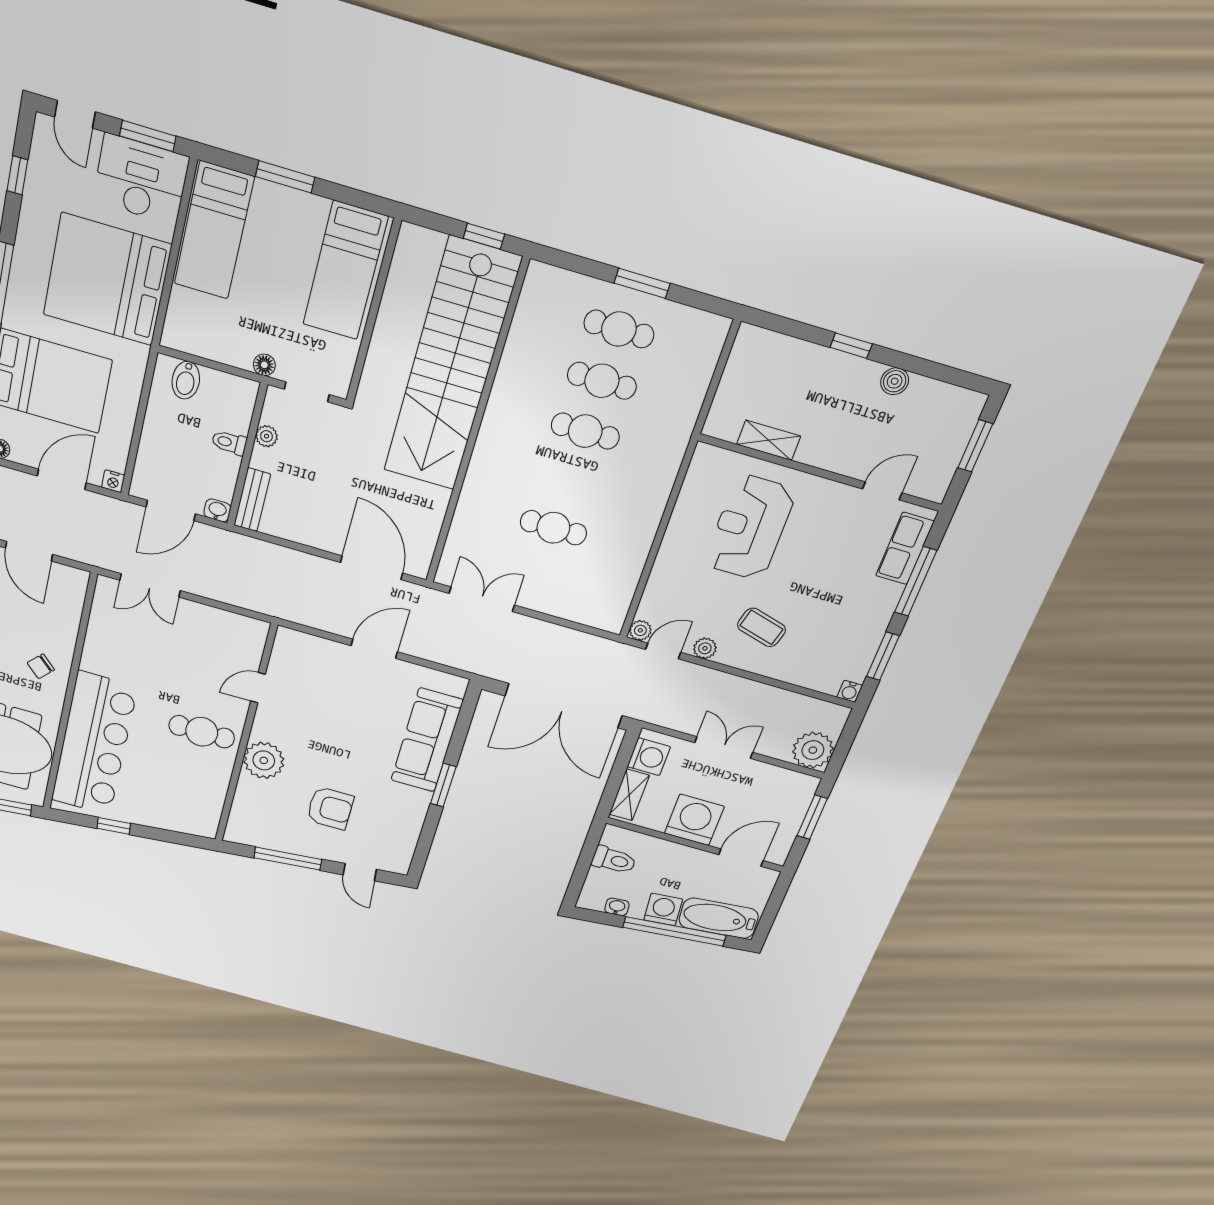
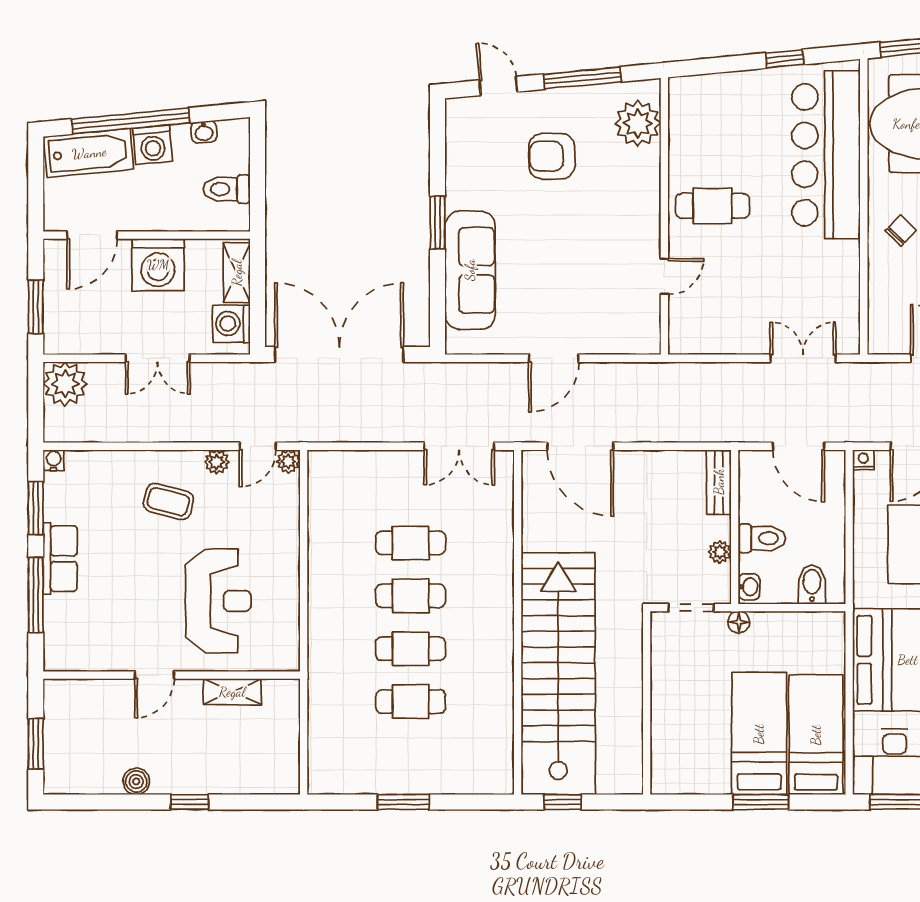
bed: (345, 271) -> (759, 734), moved
cafe table: (619, 329) -> (411, 596), moved
toilet: (229, 443) -> (762, 538), width x1.37, depth x1.39
door: (882, 491) -> (155, 675), moved
door: (171, 510) -> (799, 446), swing flipped
washbasin: (217, 510) -> (749, 587), moved, turned -90
row of seats: (905, 549) -> (60, 559), moved
plant: (264, 760) -> (638, 123), moved

